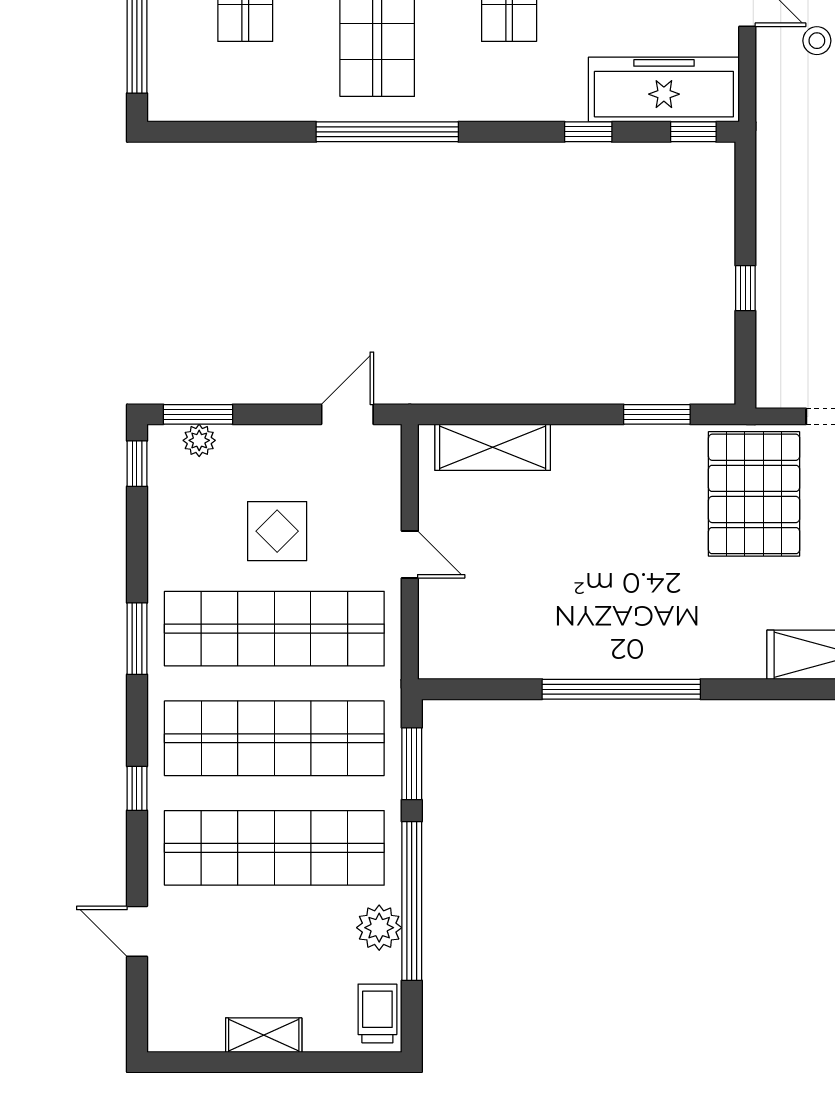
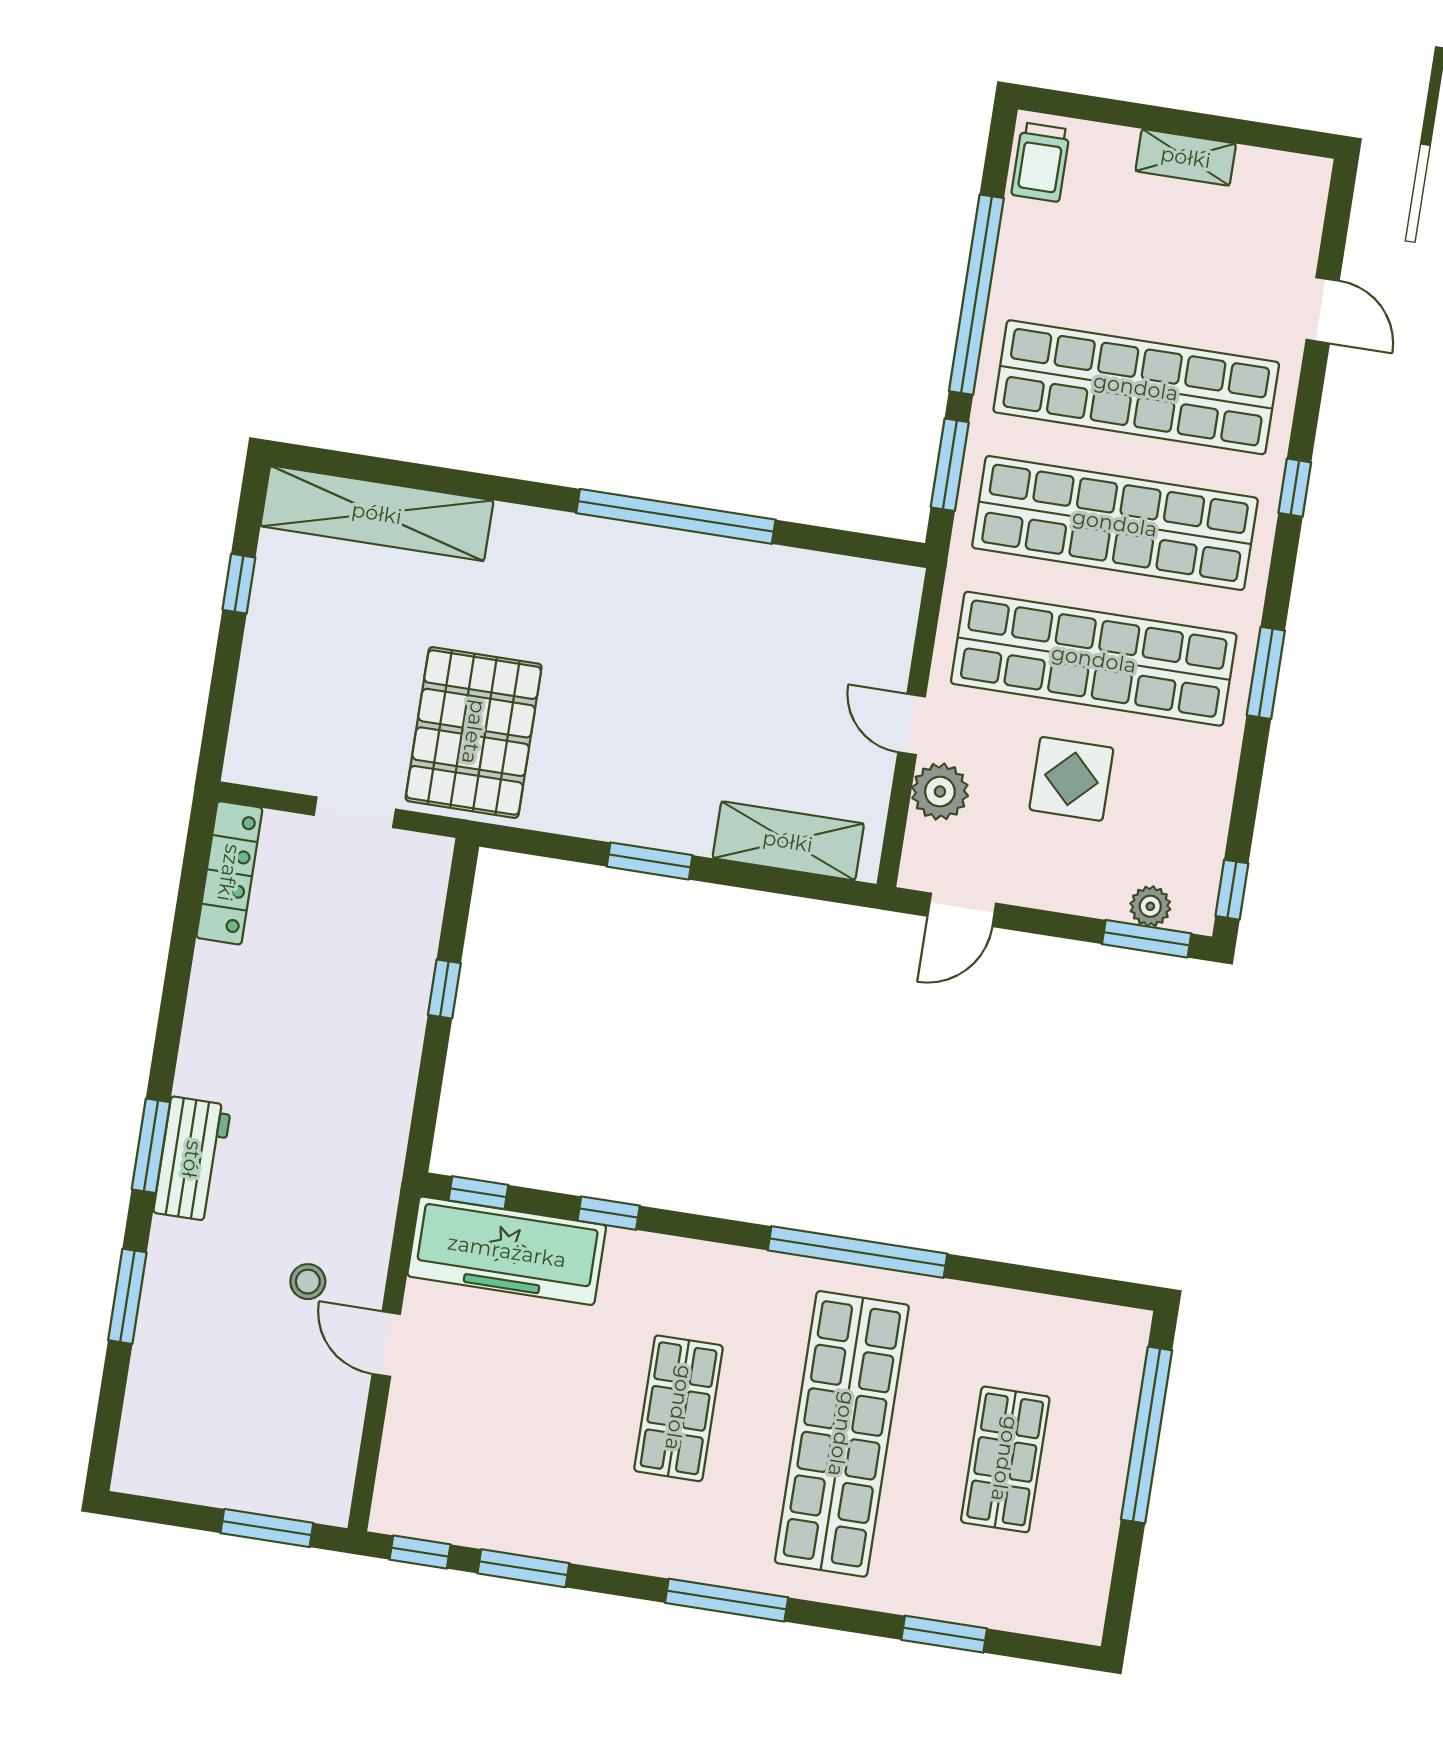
window: (657, 414) -> (650, 861), moved
plant: (379, 928) -> (940, 792), moved

